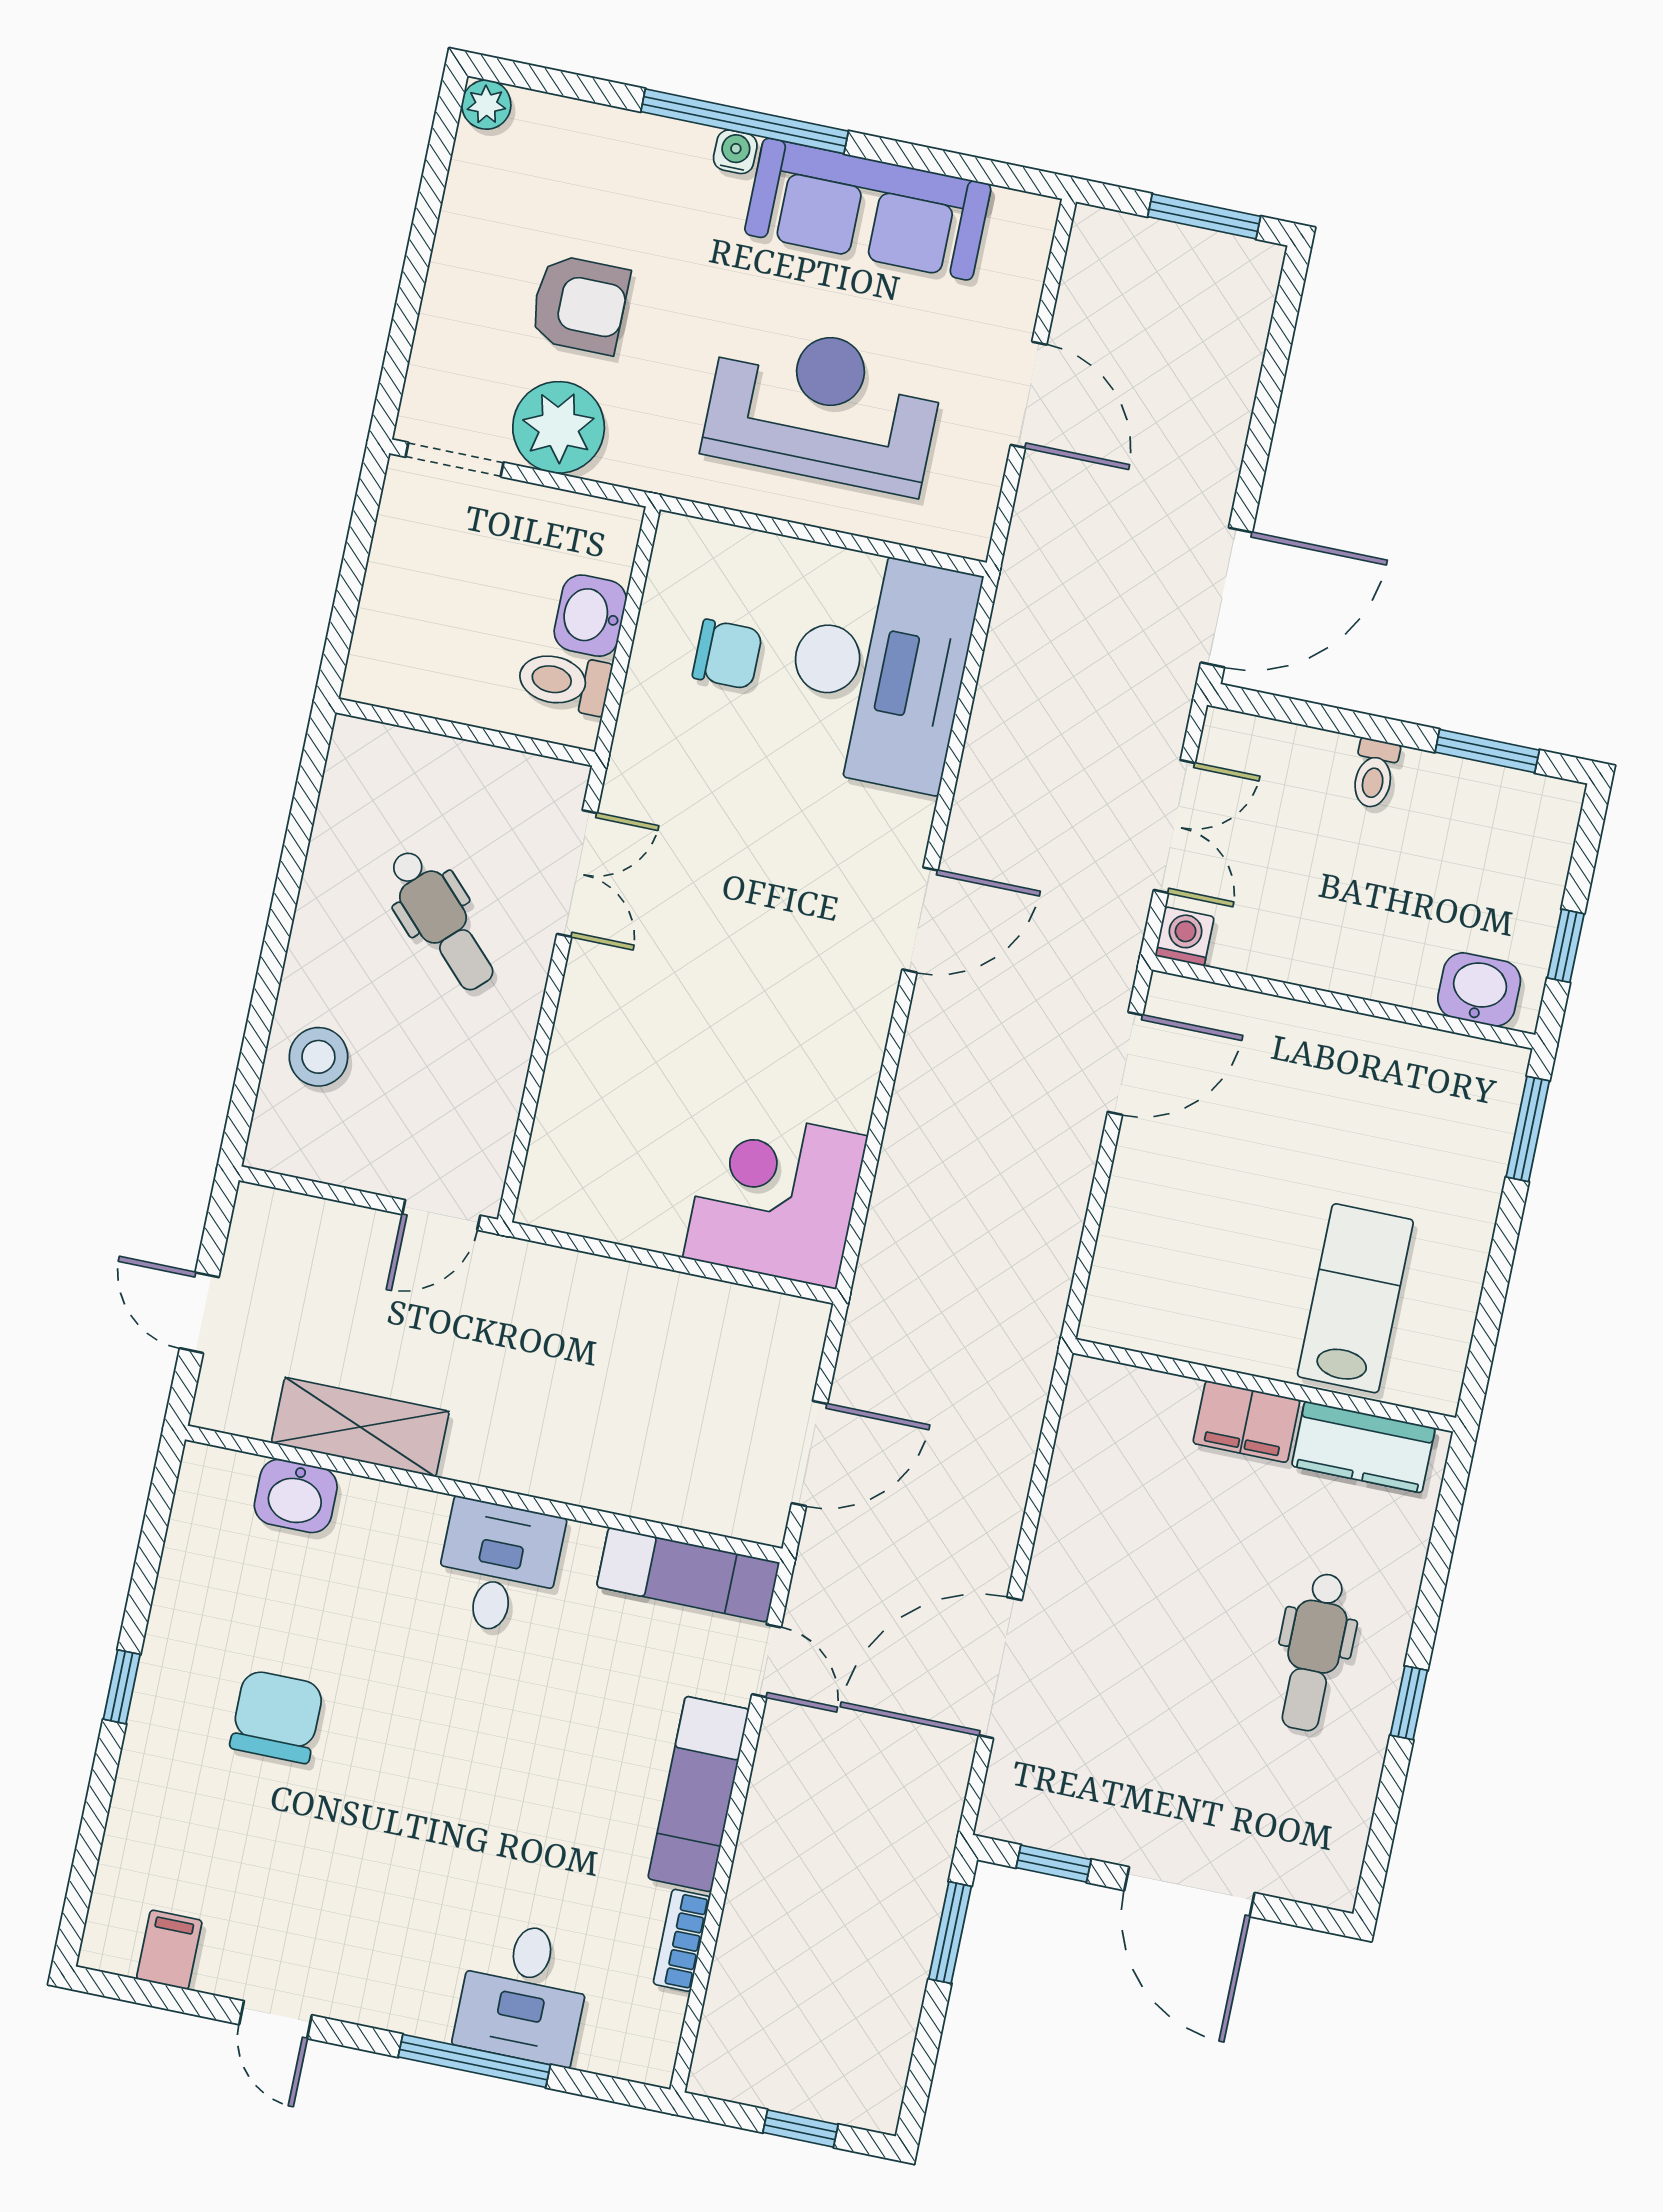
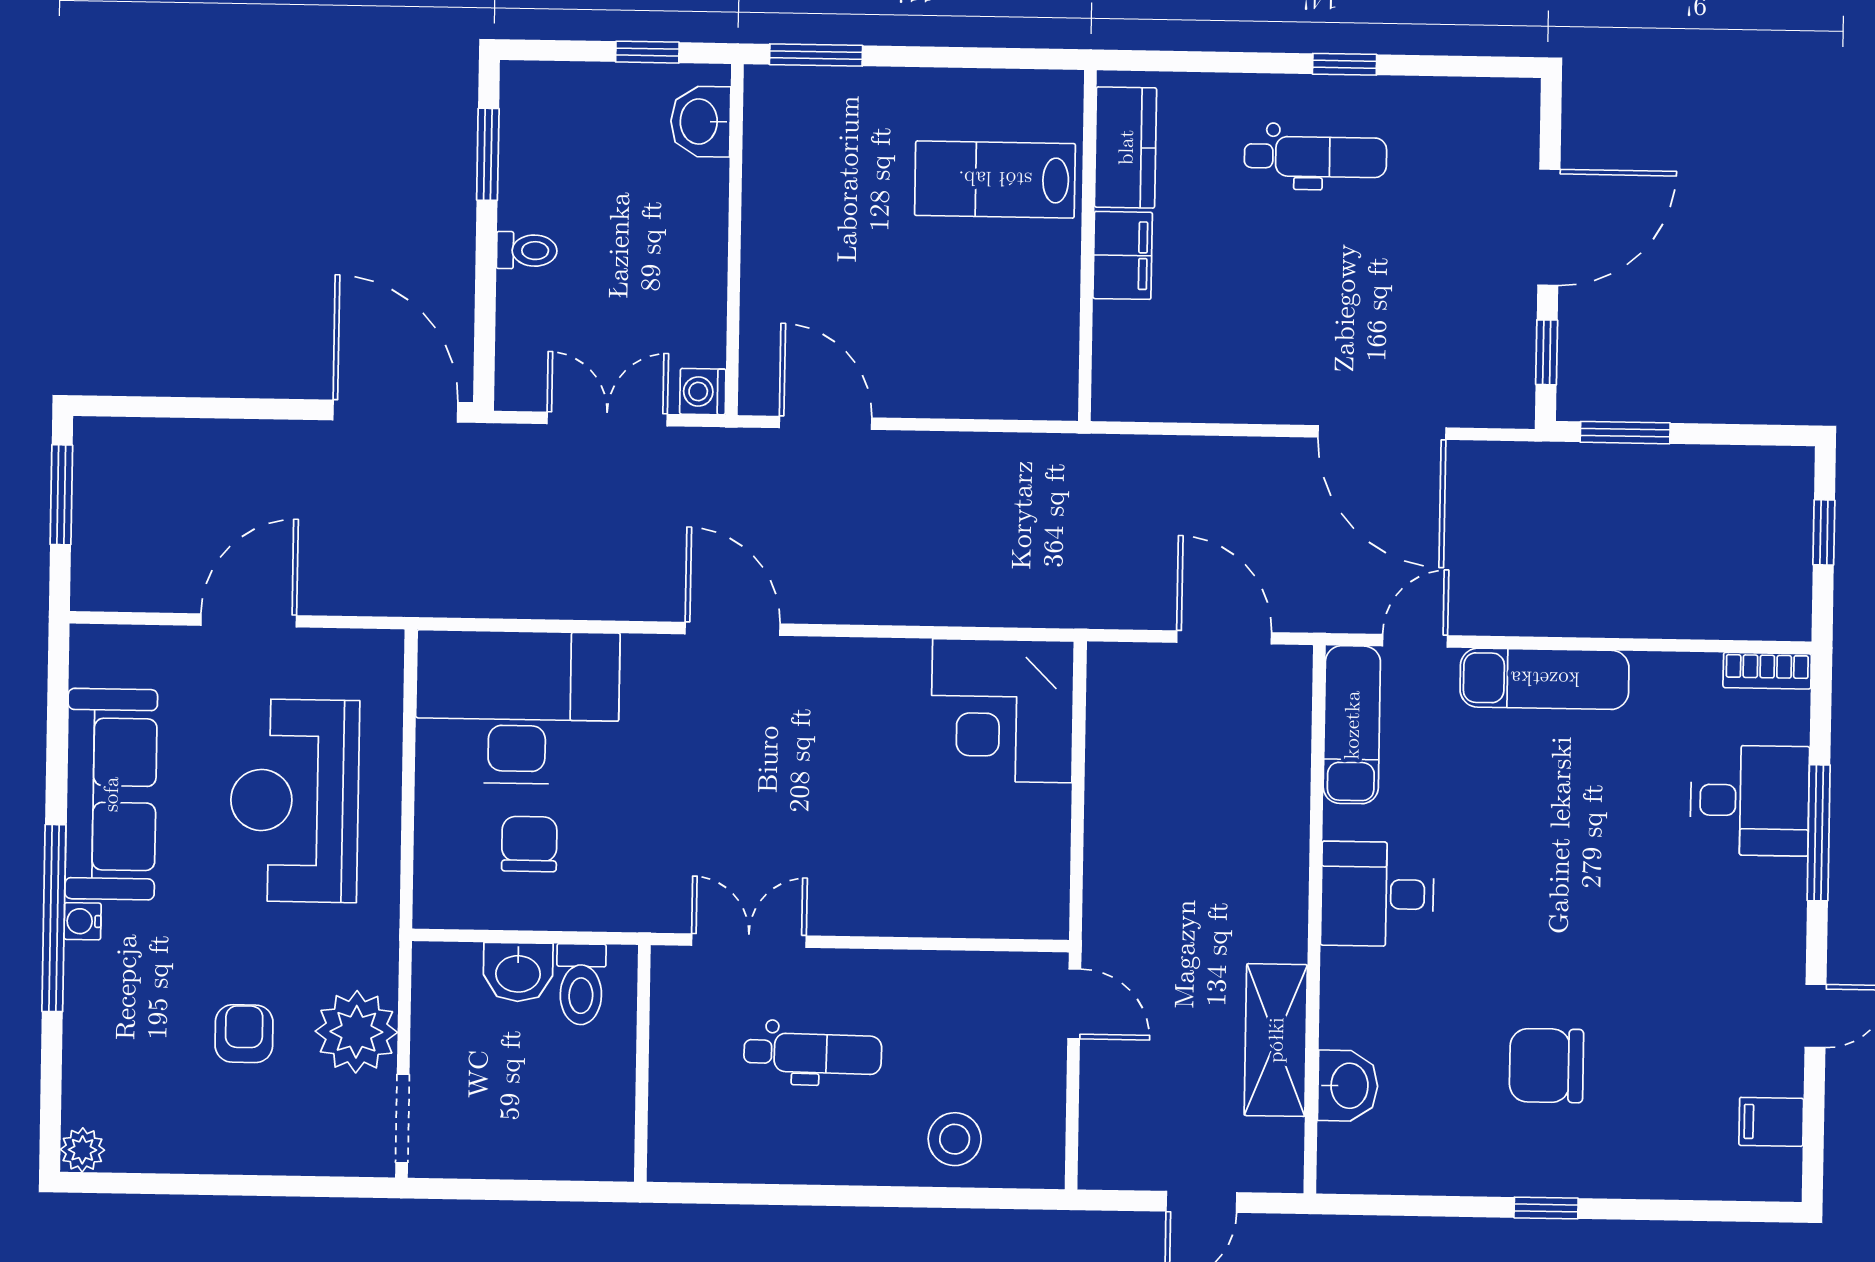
armchair: (580, 305) -> (244, 1034), width x0.72, depth x0.72
dental chair: (441, 920) -> (813, 1053), turned 45
bookcase: (682, 1940) -> (1767, 671), moved

